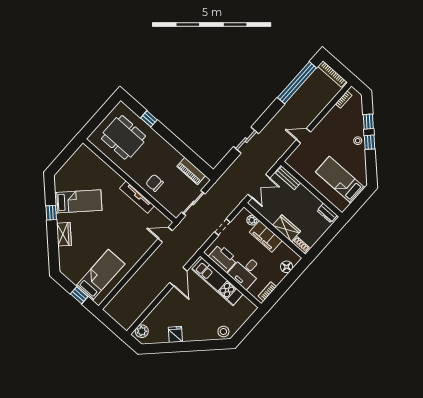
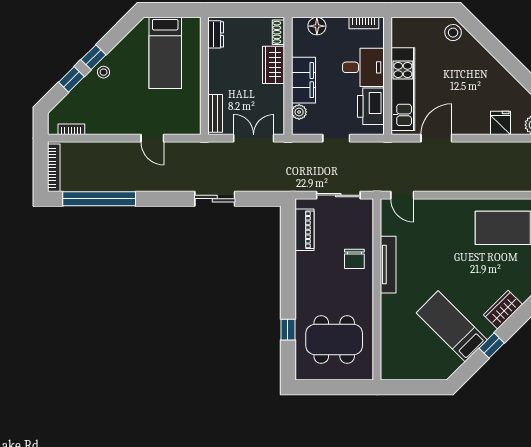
dining table: (124, 137) -> (334, 340), turned 90
fridge: (175, 334) -> (501, 123), moved, turned 135

